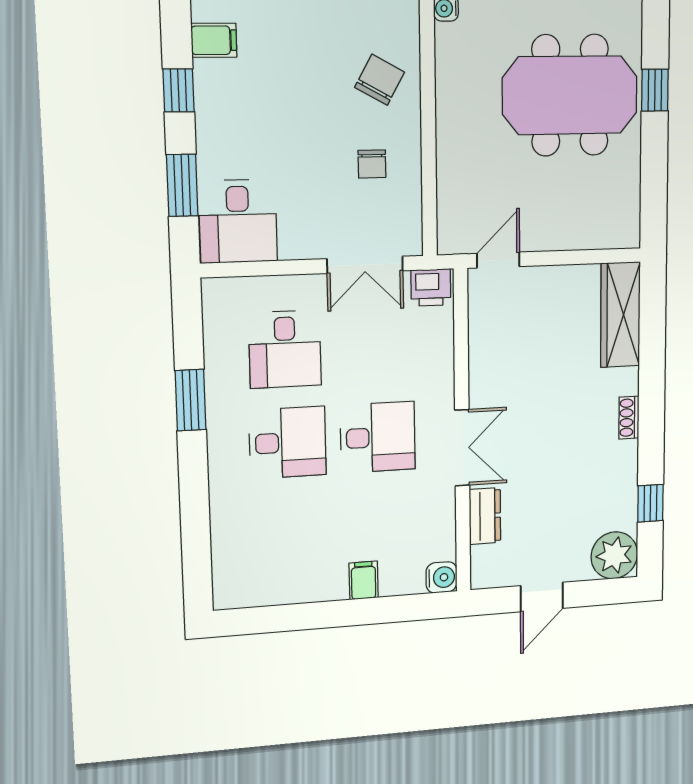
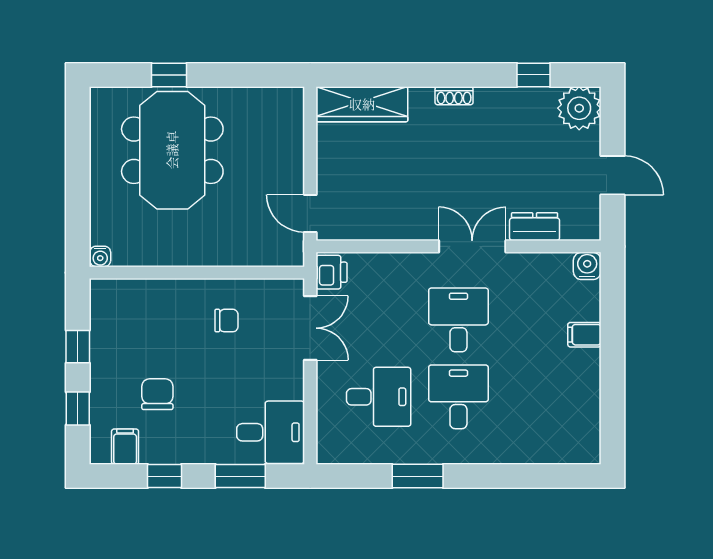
chair: (380, 80) -> (157, 394), moved, turned 61

